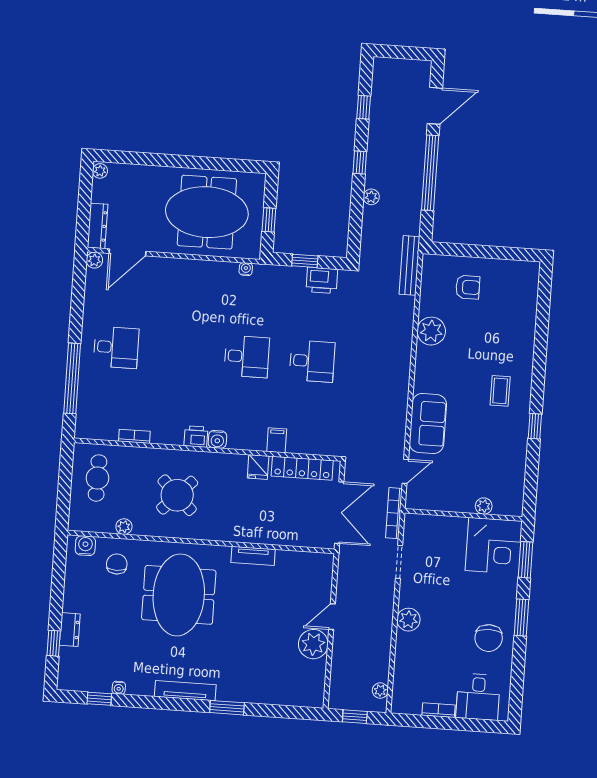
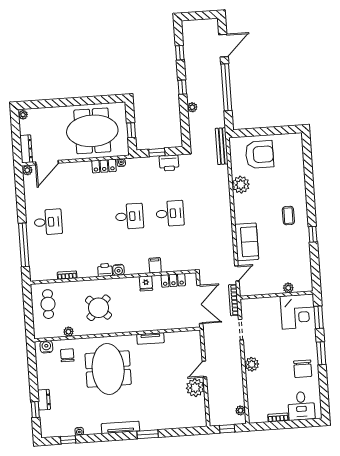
locker: (218, 271) -> (104, 166), added
armchair: (468, 287) -> (259, 155), width x1.88, depth x1.88
locker: (302, 468) -> (173, 280), width x0.66

